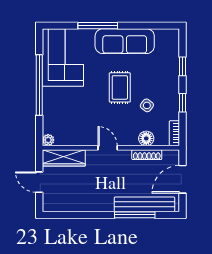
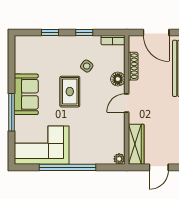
sofa: (125, 41) -> (26, 94), width x0.73
rug: (120, 87) -> (70, 92), turned 90
floor lamp: (146, 138) -> (118, 79), moved

